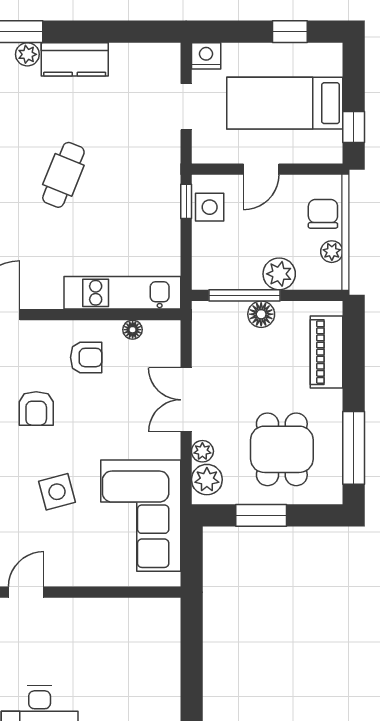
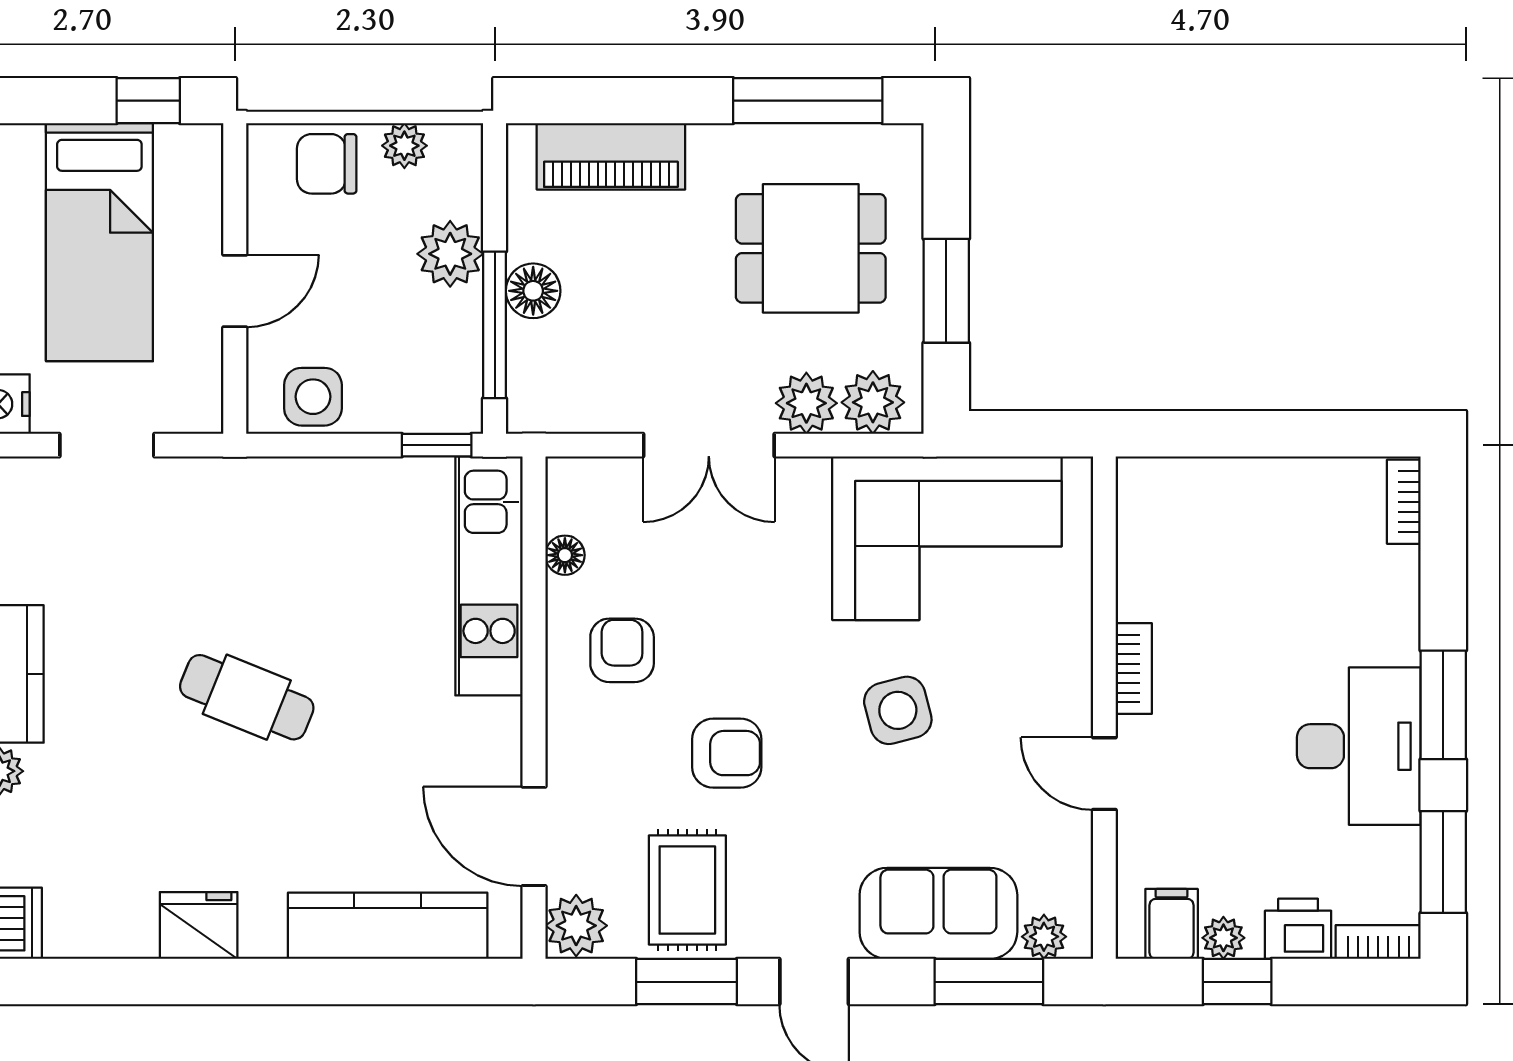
door: (261, 169) -> (235, 291), hinge flipped
window: (186, 201) -> (437, 445), moved
plant: (202, 451) -> (806, 403), width x1.38, depth x1.38
bookcase: (77, 607) -> (1134, 669), added

